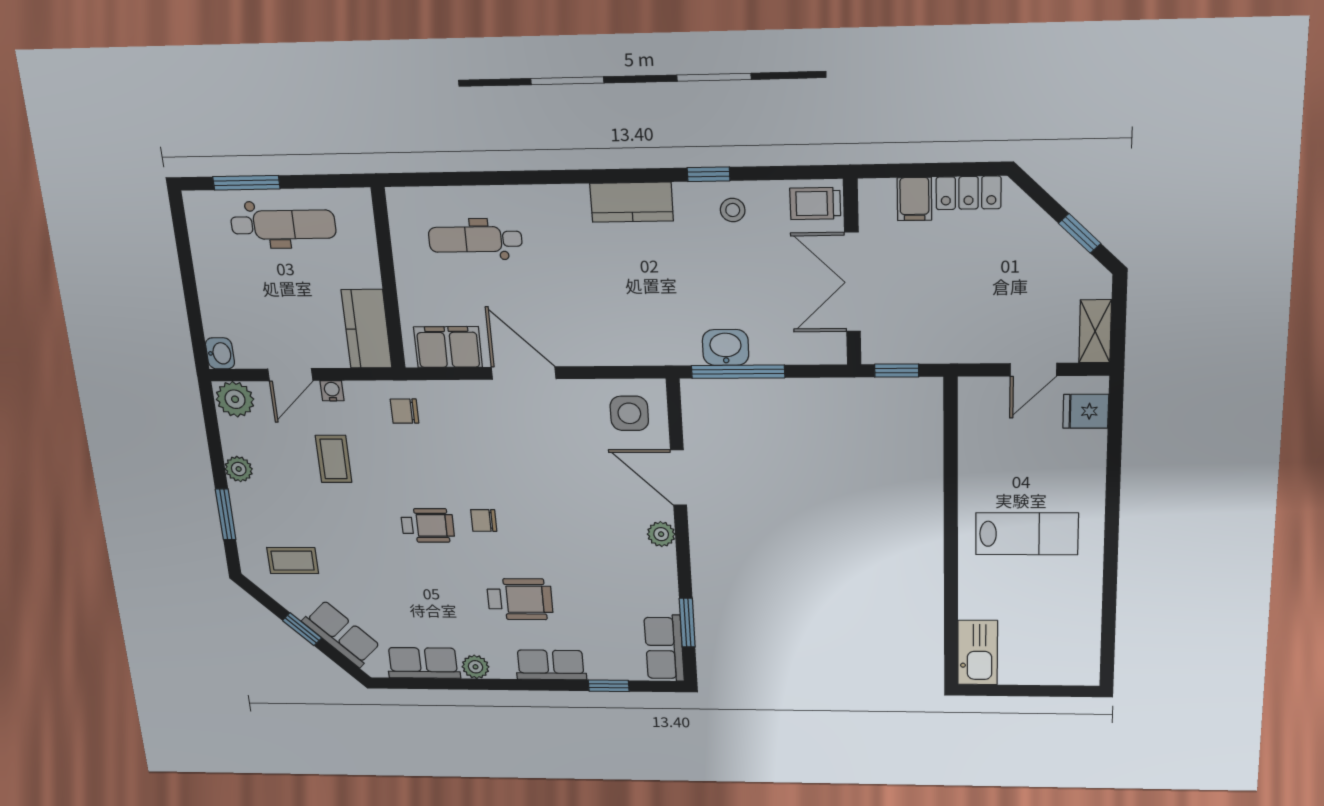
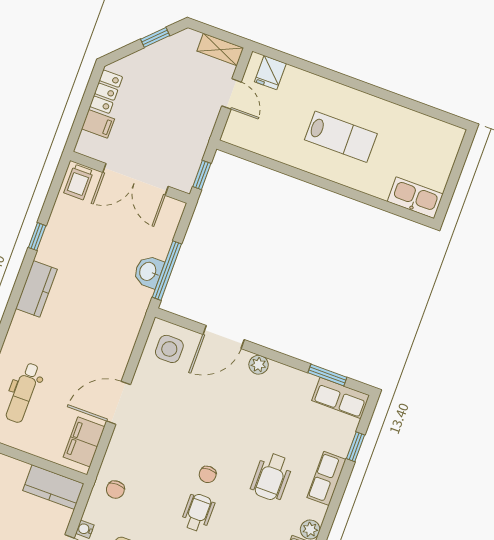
stool: (733, 210) -> (64, 232), removed
lab bench: (1027, 534) -> (341, 137), turned 90
wheelchair: (520, 599) -> (272, 477), turned 180

